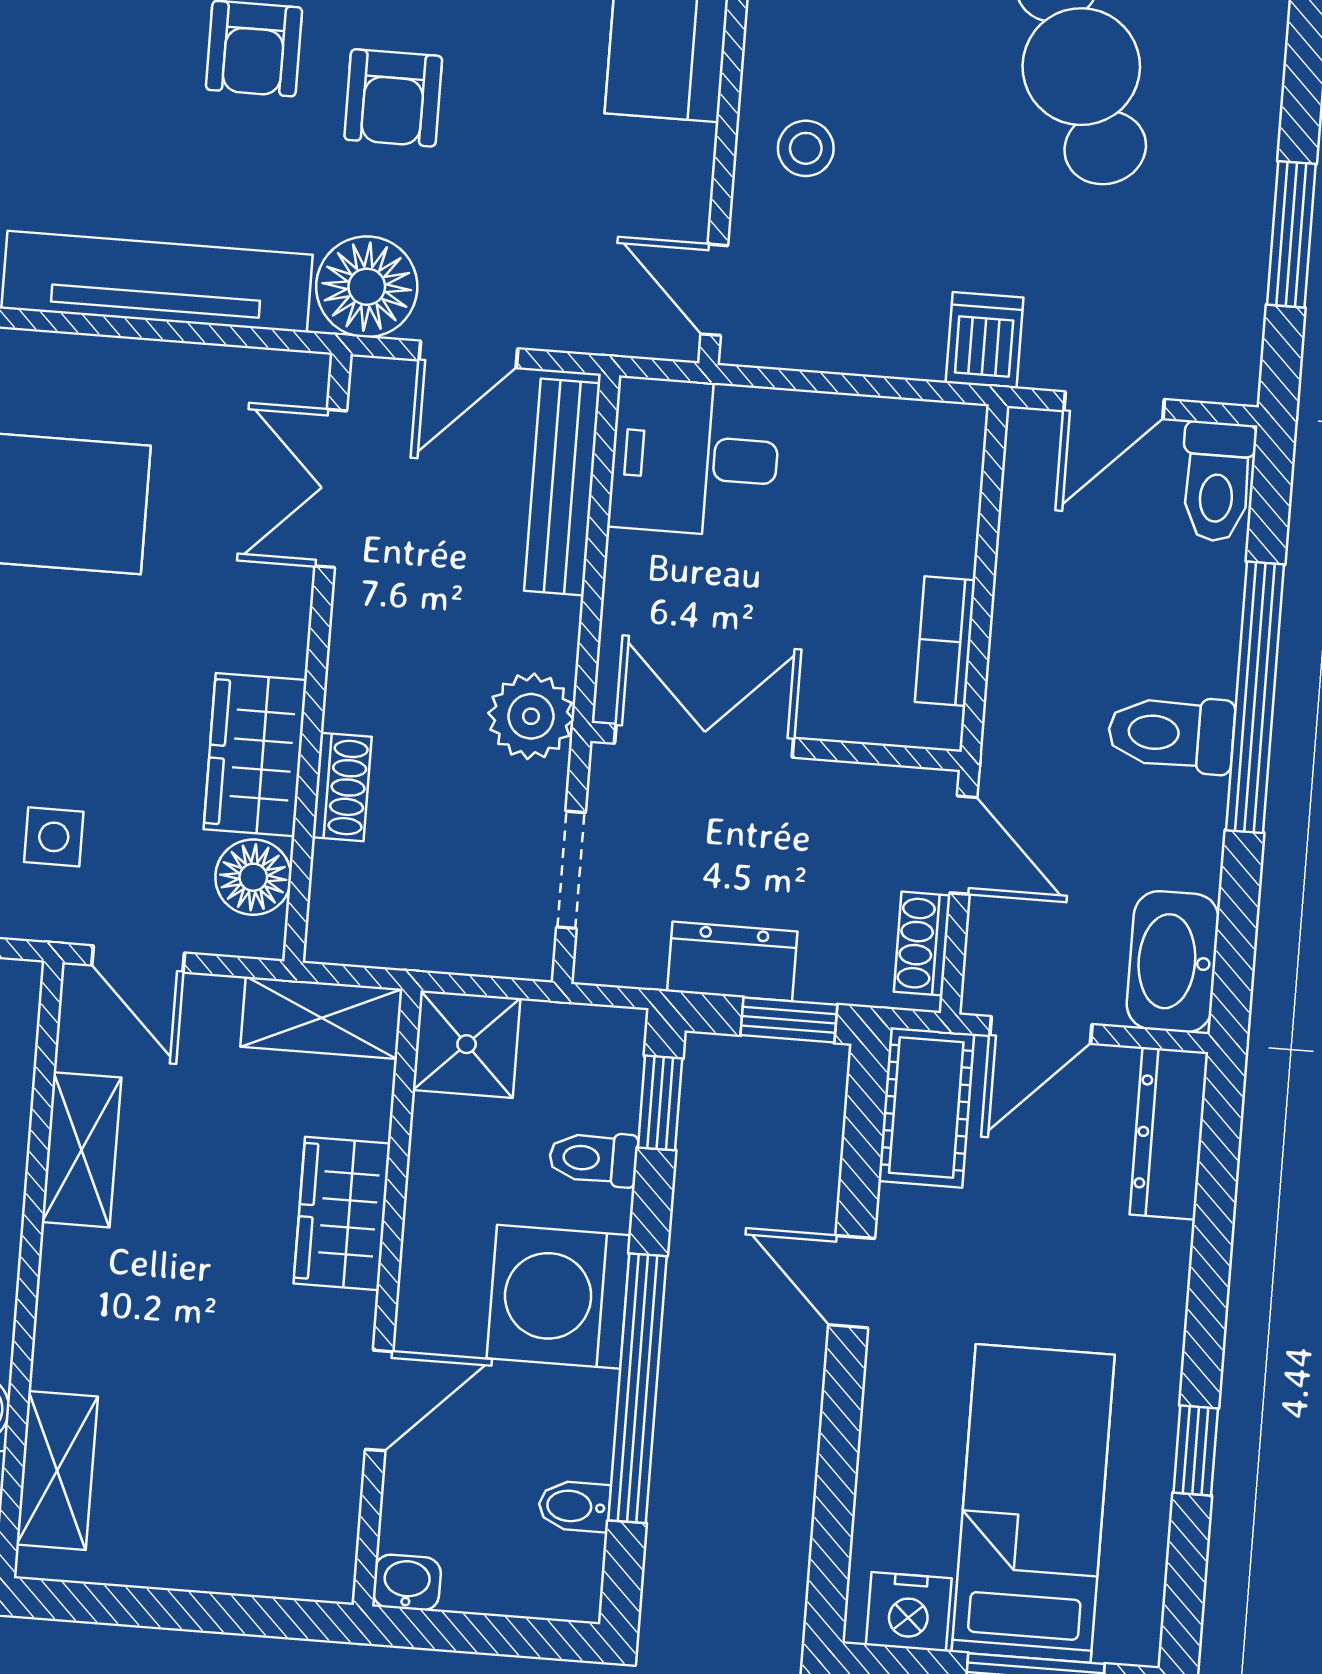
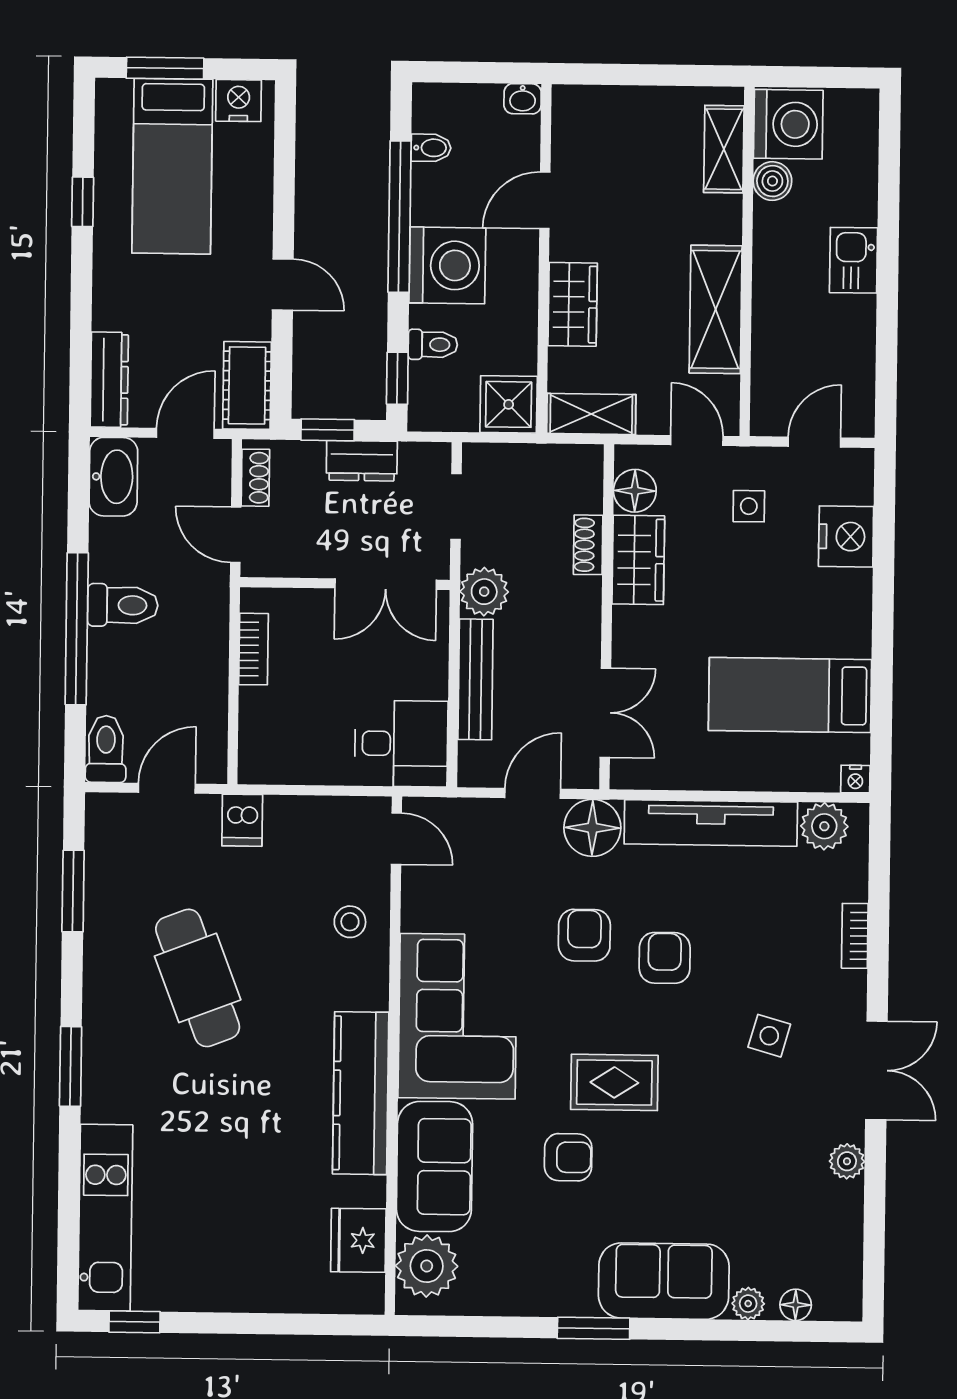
bench: (562, 487) -> (476, 679), moved
shelving: (82, 1150) -> (716, 309), width x1.50, depth x1.33

